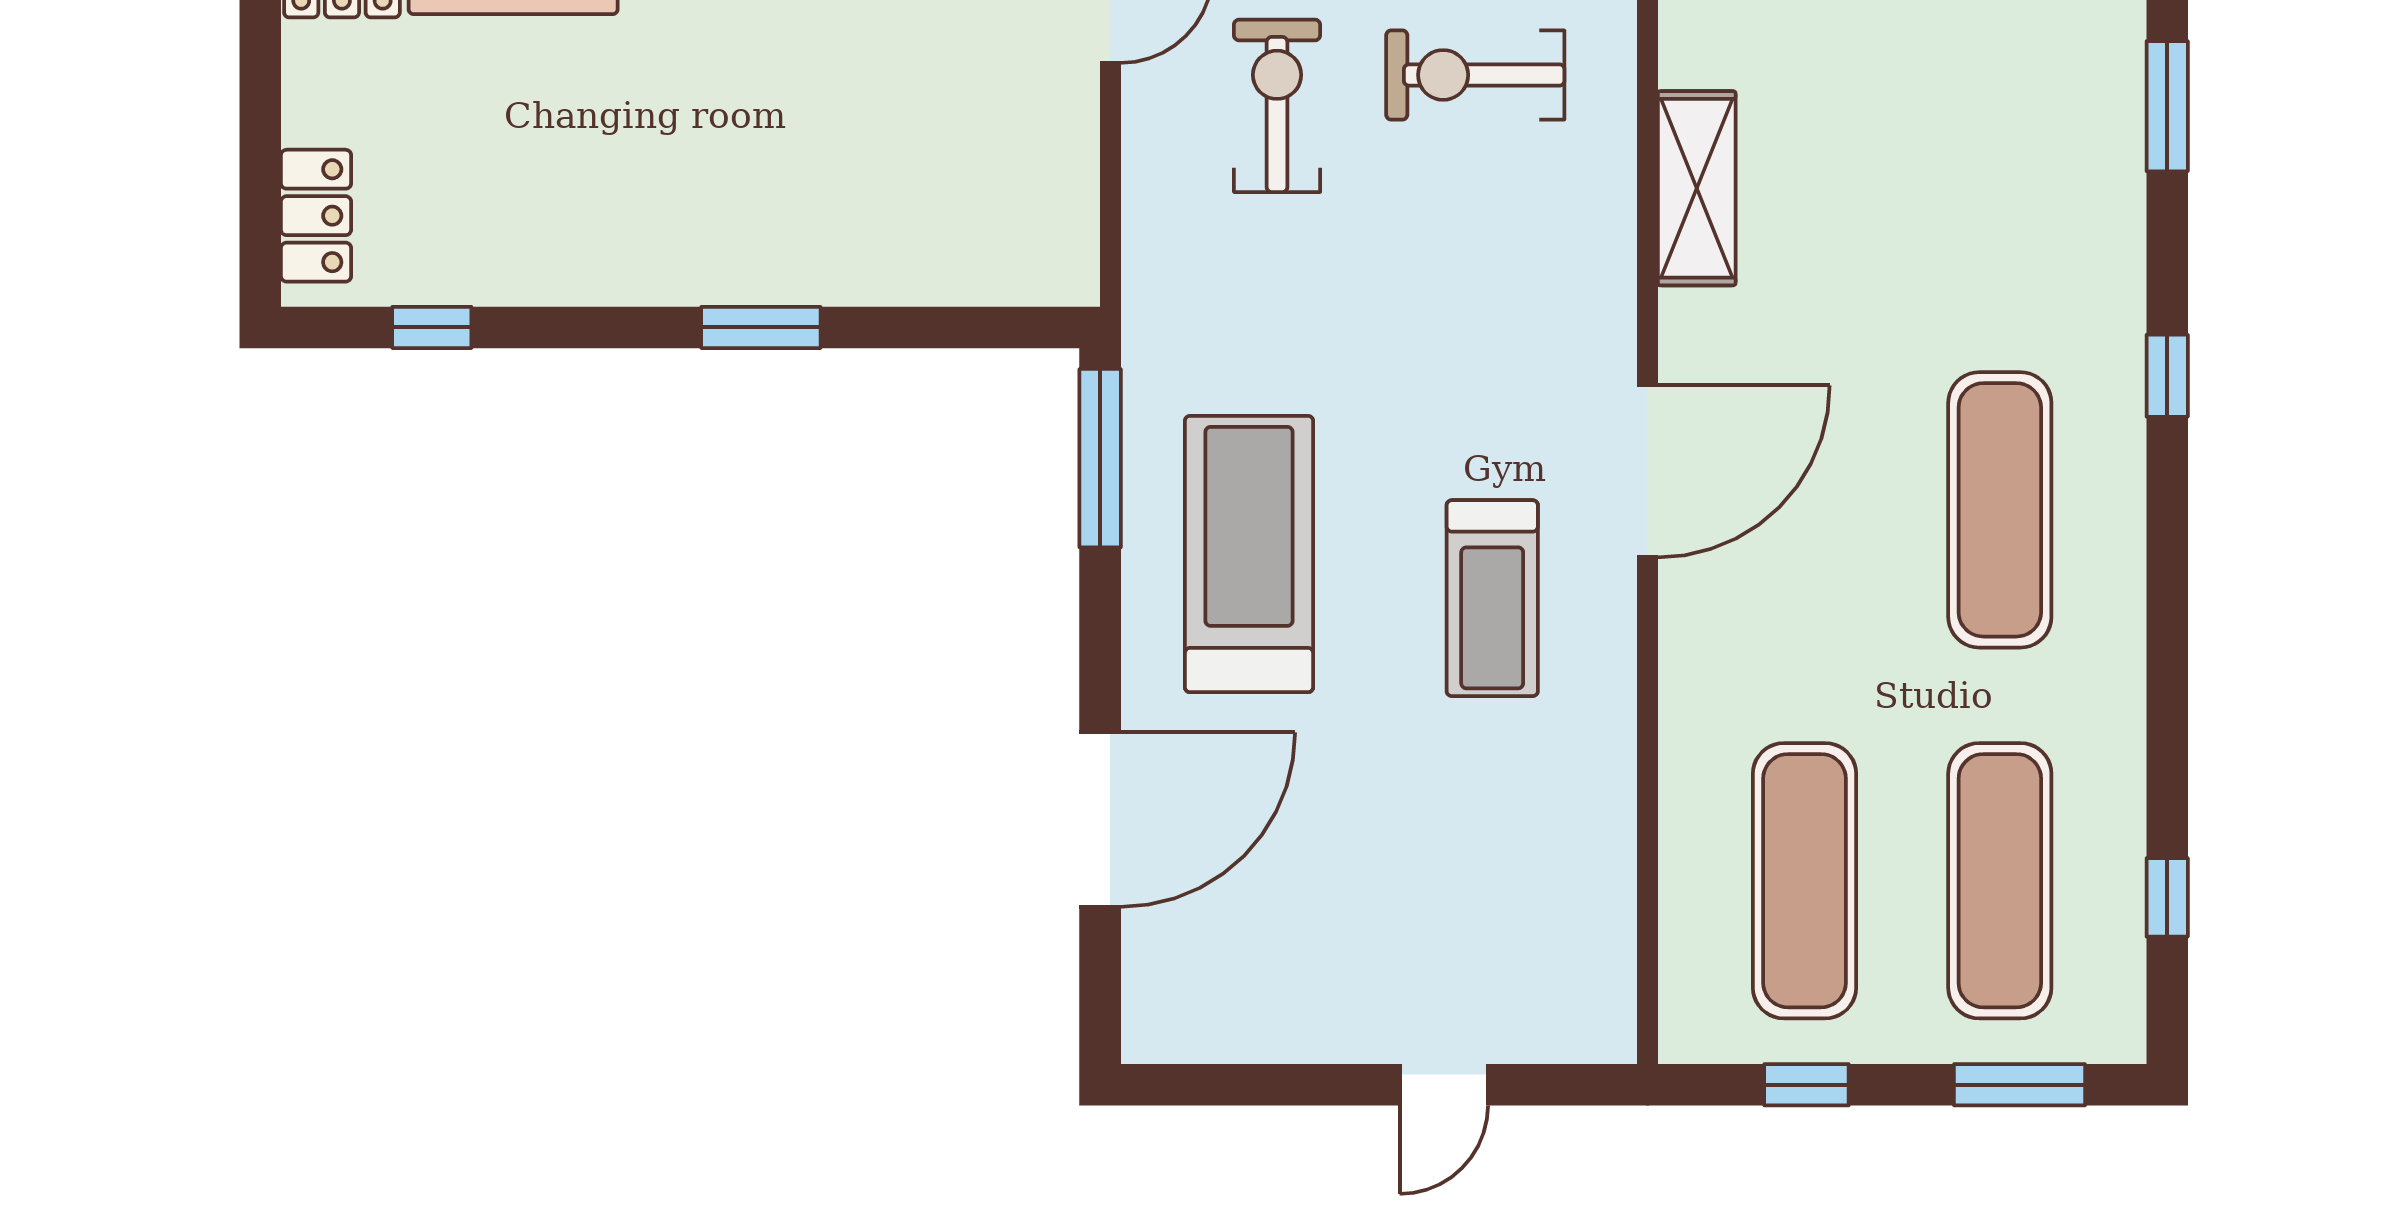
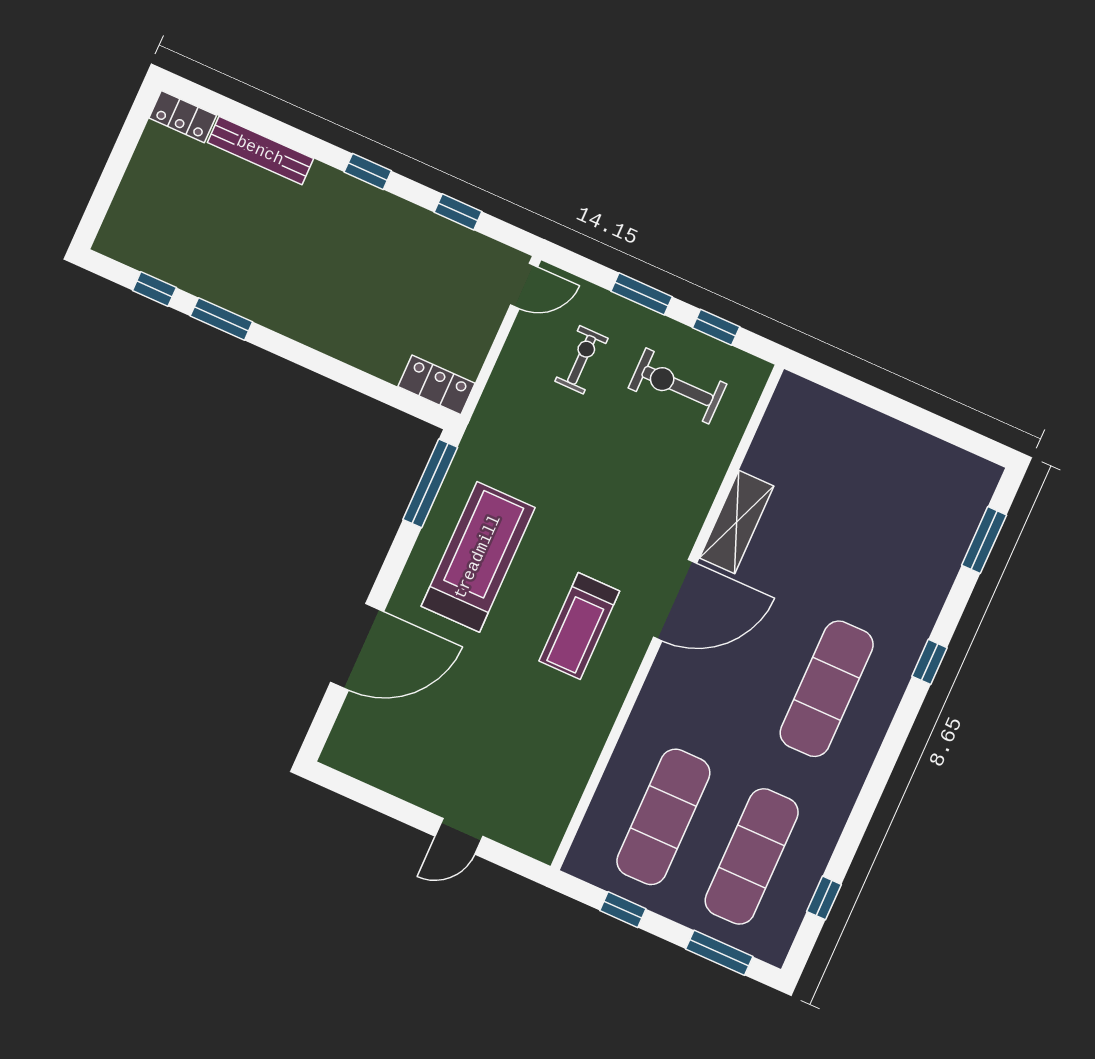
exercise bike: (1277, 106) -> (582, 360), width x0.73, depth x0.72
shelving: (1697, 188) -> (737, 522), moved
locker: (316, 216) -> (436, 385), moved, turned -90
window: (761, 327) -> (221, 319), moved

